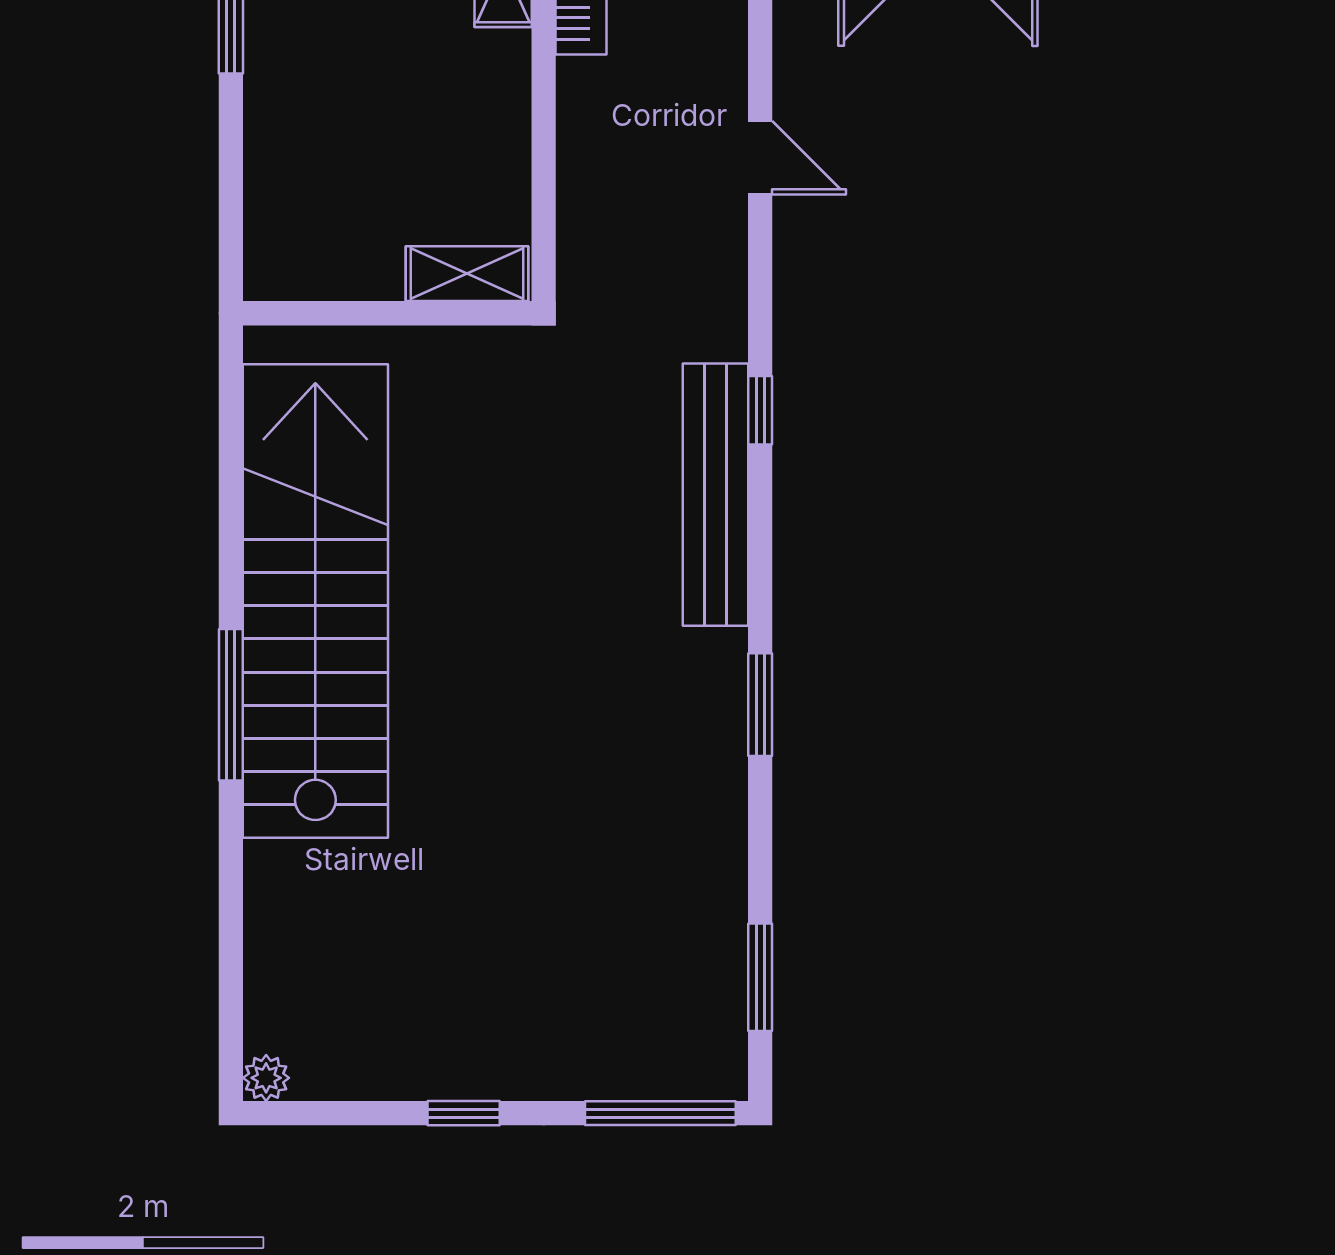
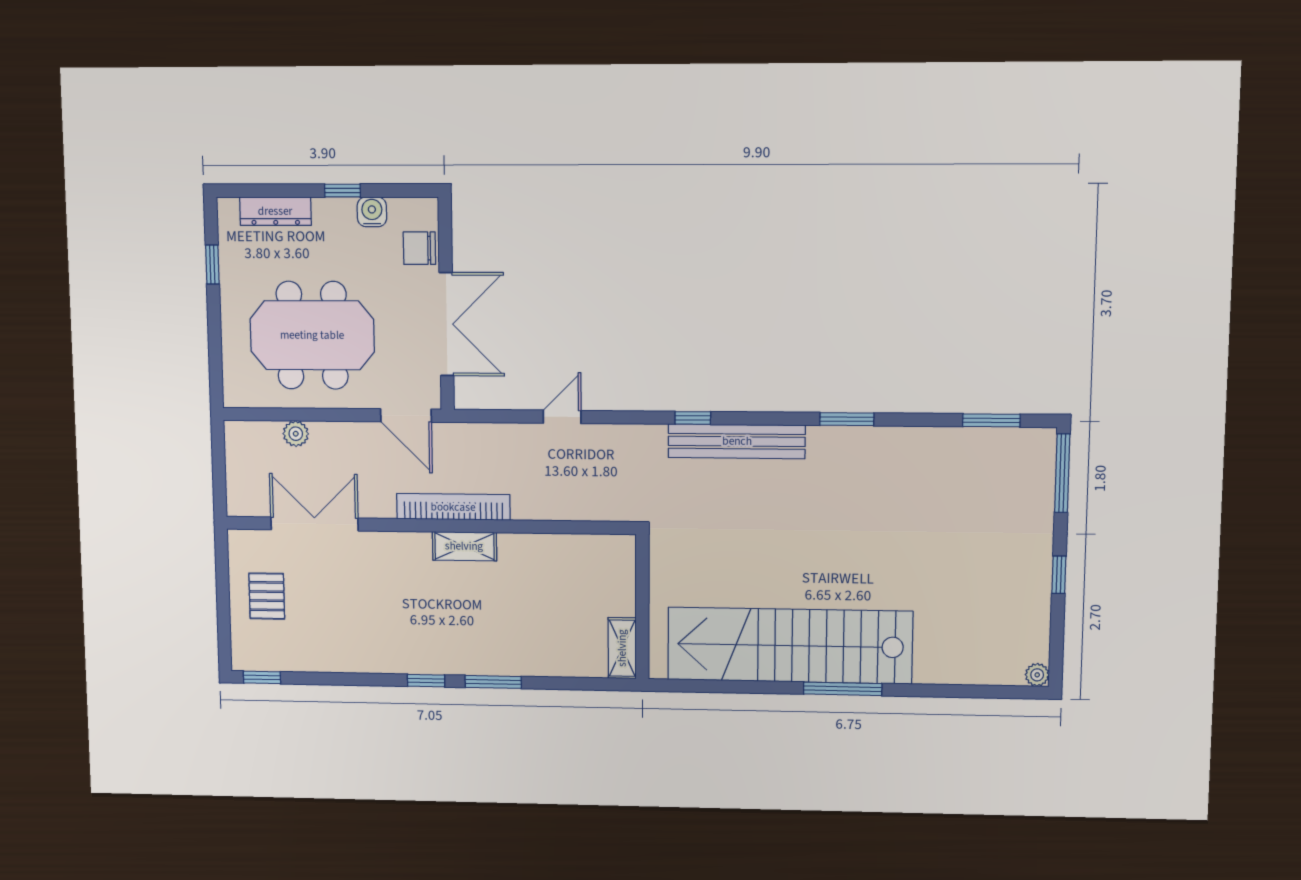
shelving: (467, 274) -> (622, 648), moved

